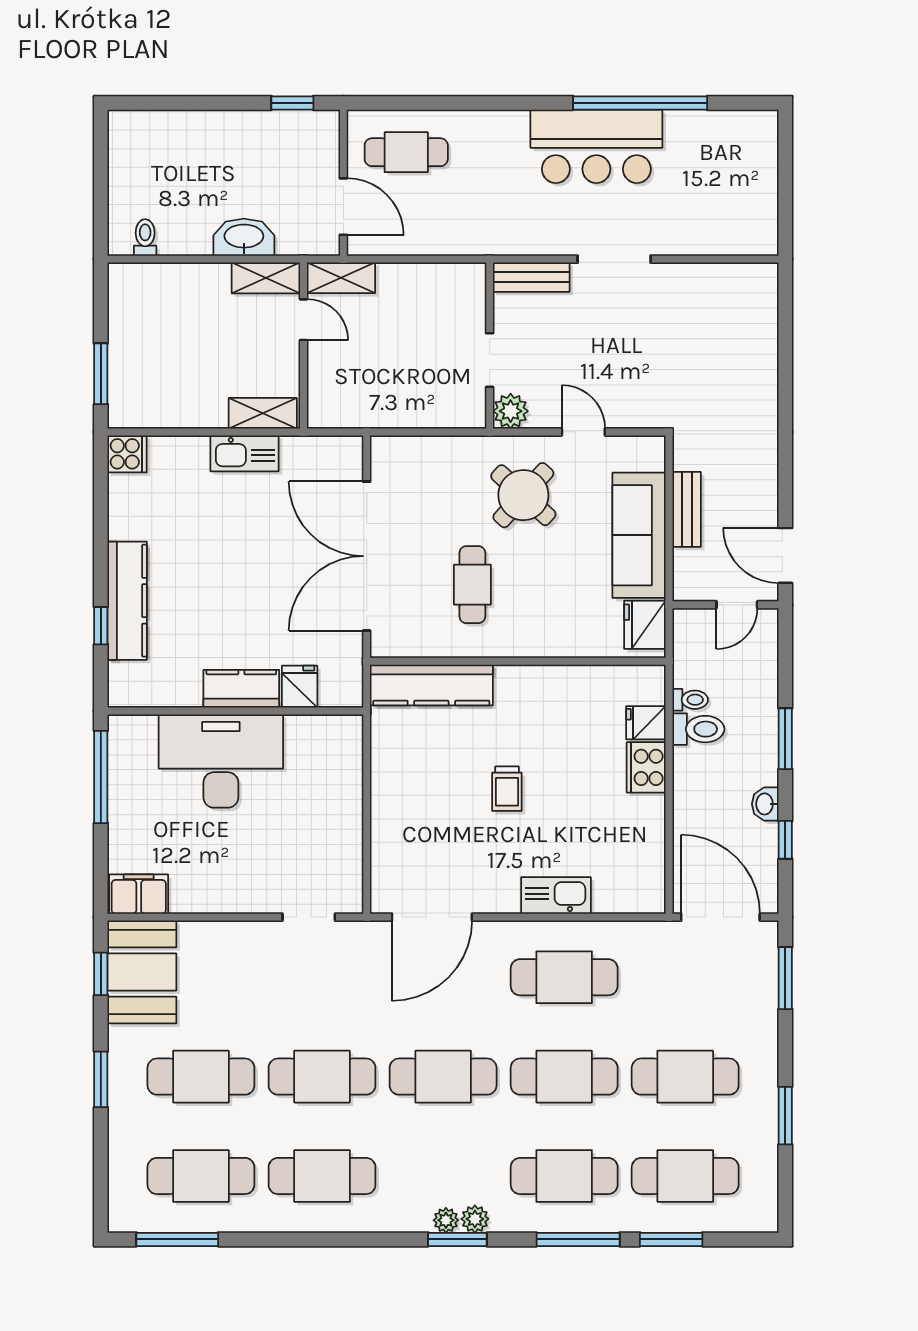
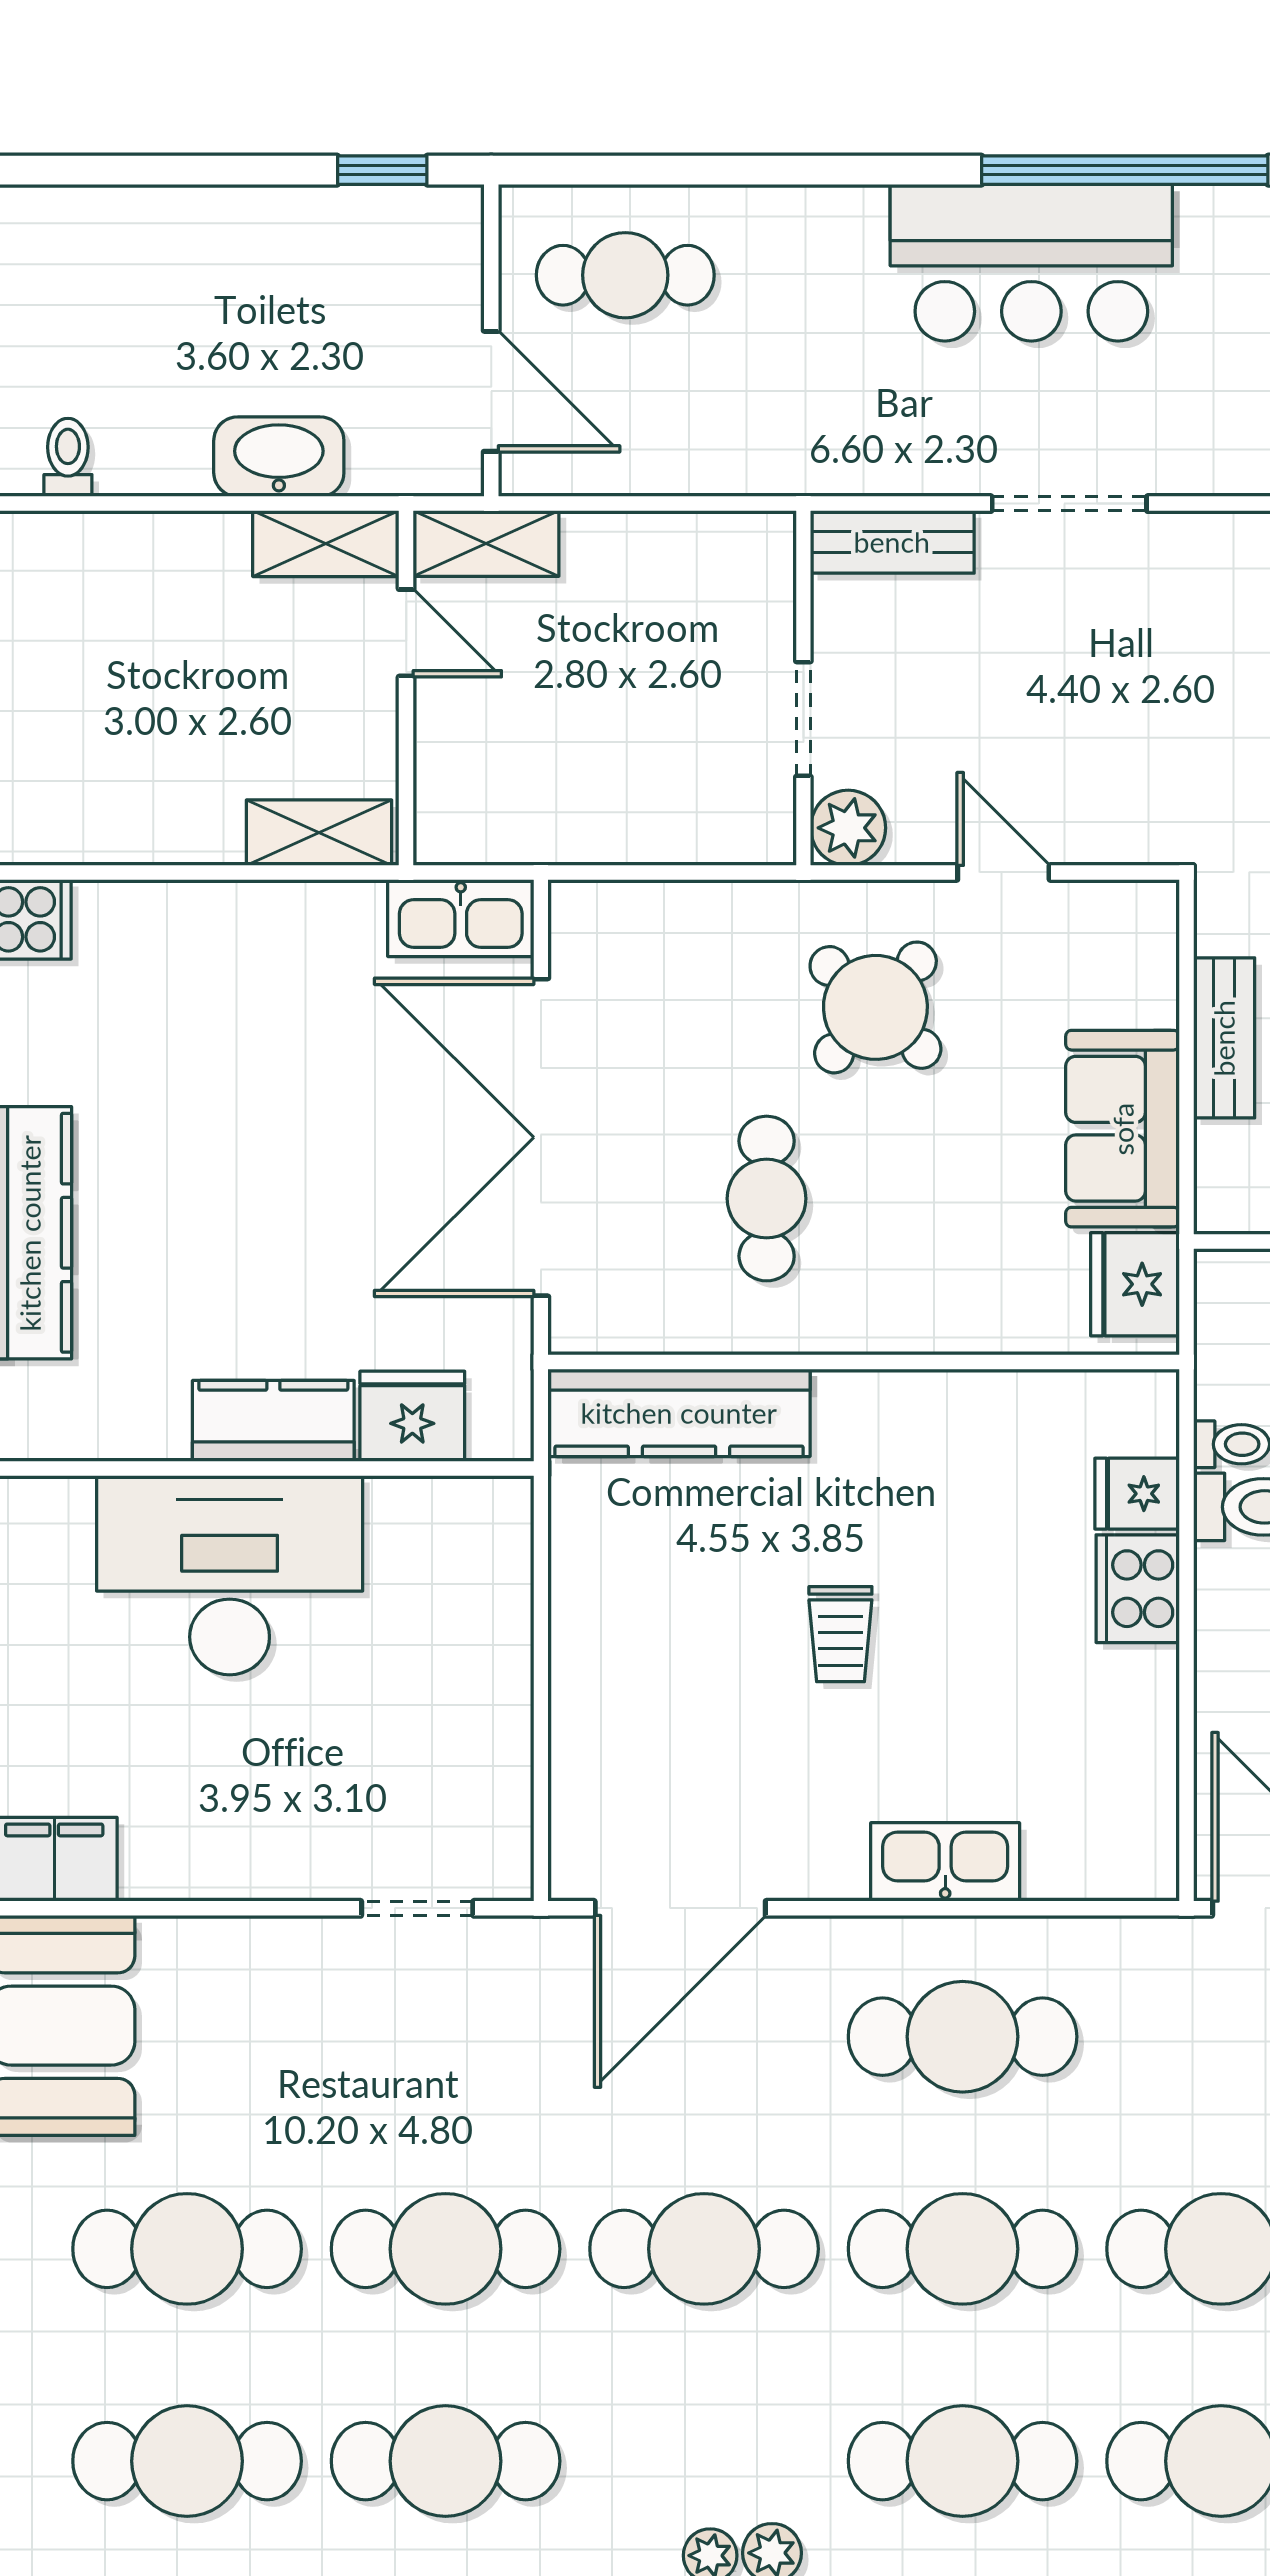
kitchen sink: (245, 453) -> (461, 918), moved
sofa: (639, 535) -> (1123, 1129), width x0.73
fridge: (300, 687) -> (412, 1416), width x1.38

